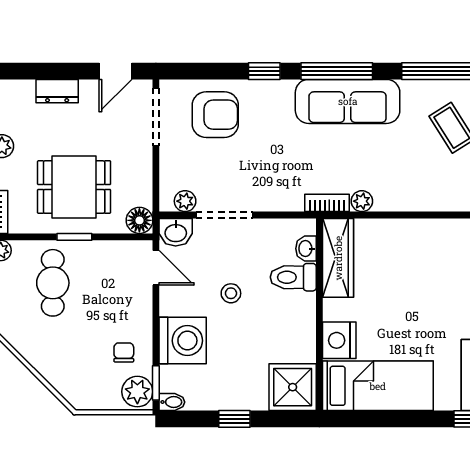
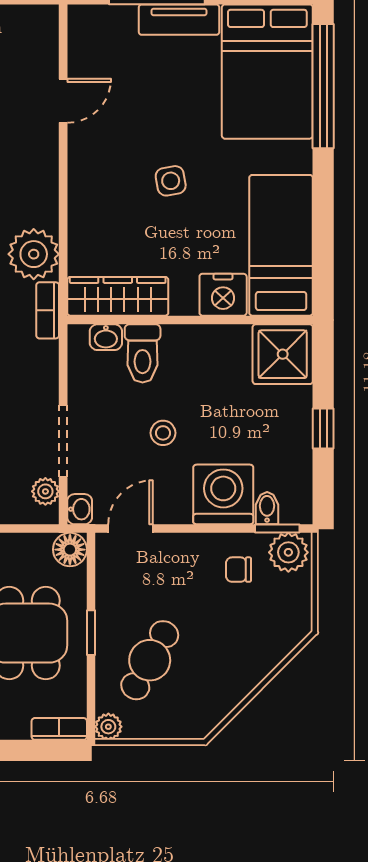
plant: (362, 201) -> (34, 254), width x1.88, depth x1.88
washbasin: (176, 232) -> (80, 509), width x0.72, depth x0.69
cafe table: (53, 283) -> (150, 660), turned -61
side table: (429, 299) -> (171, 181), added
bidet: (172, 402) -> (267, 508), moved

